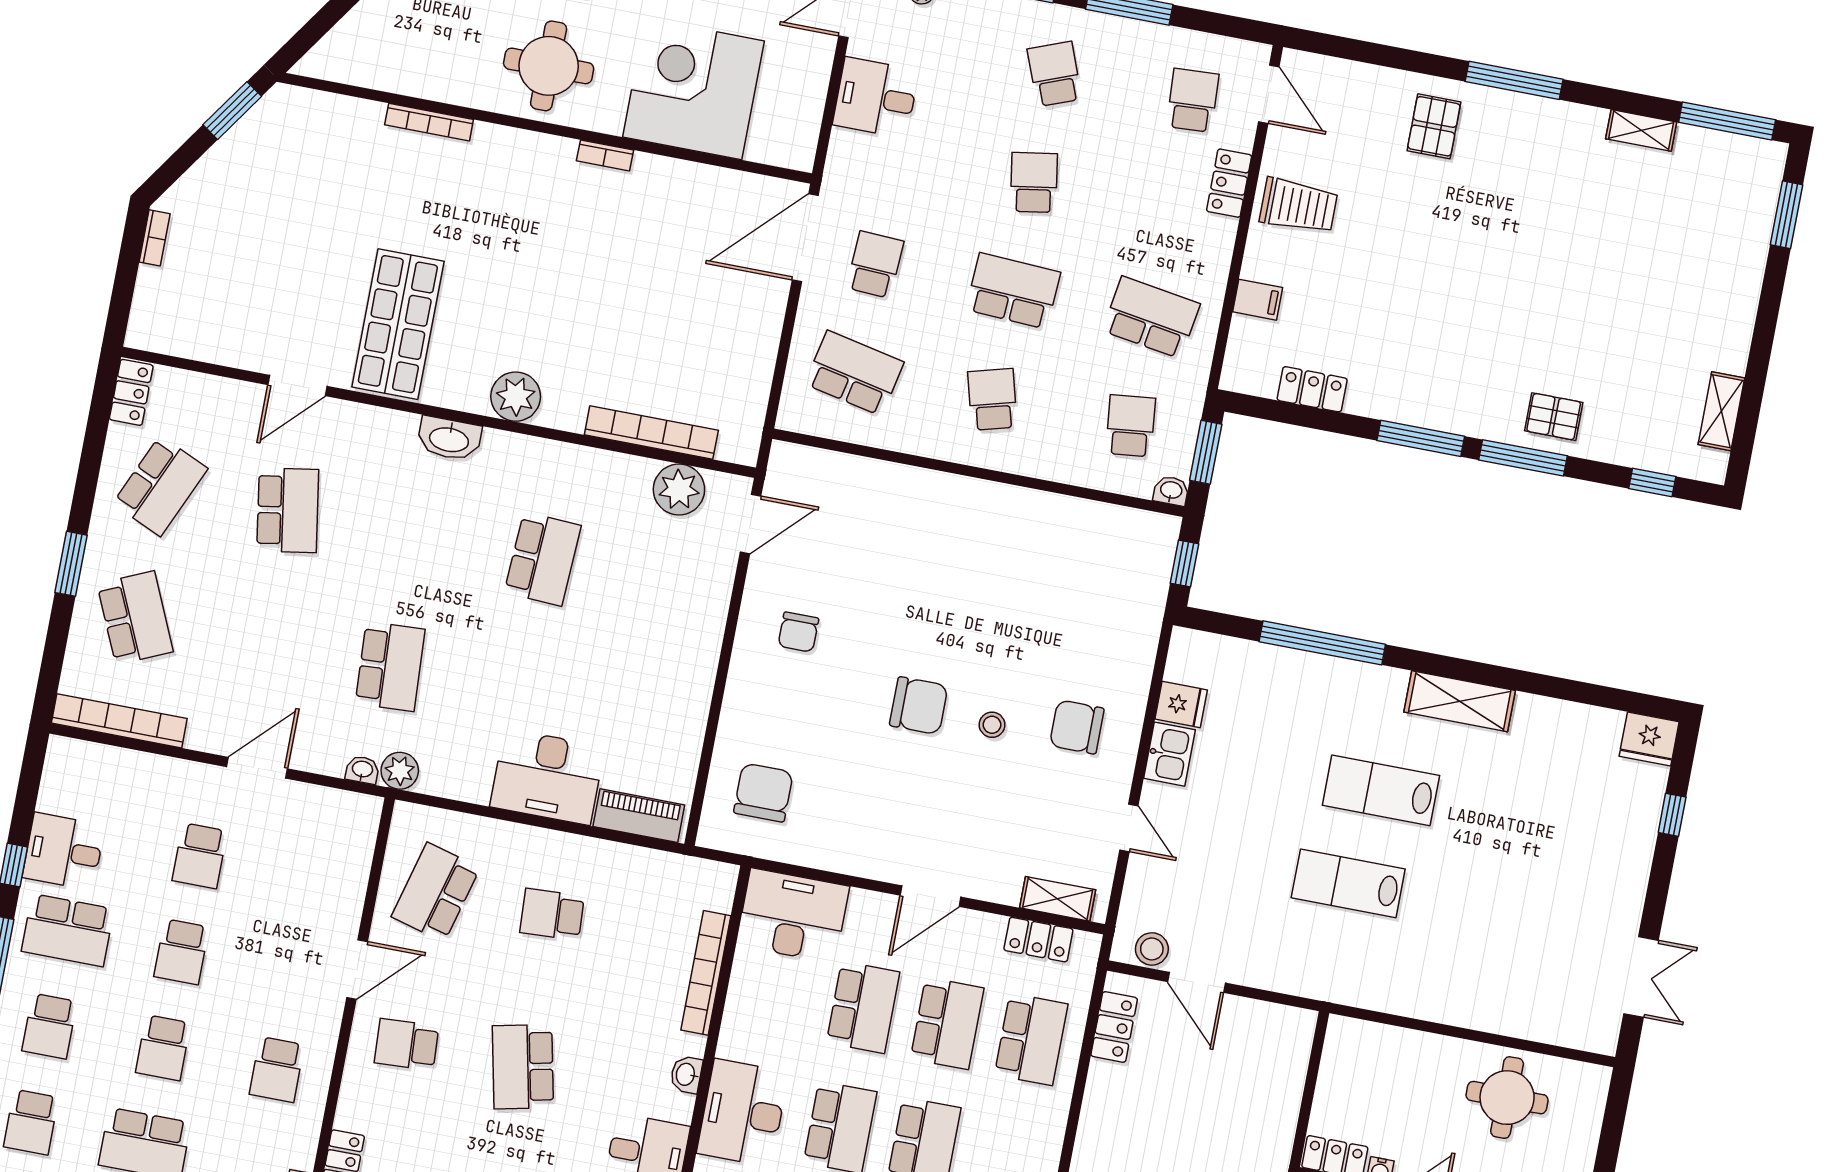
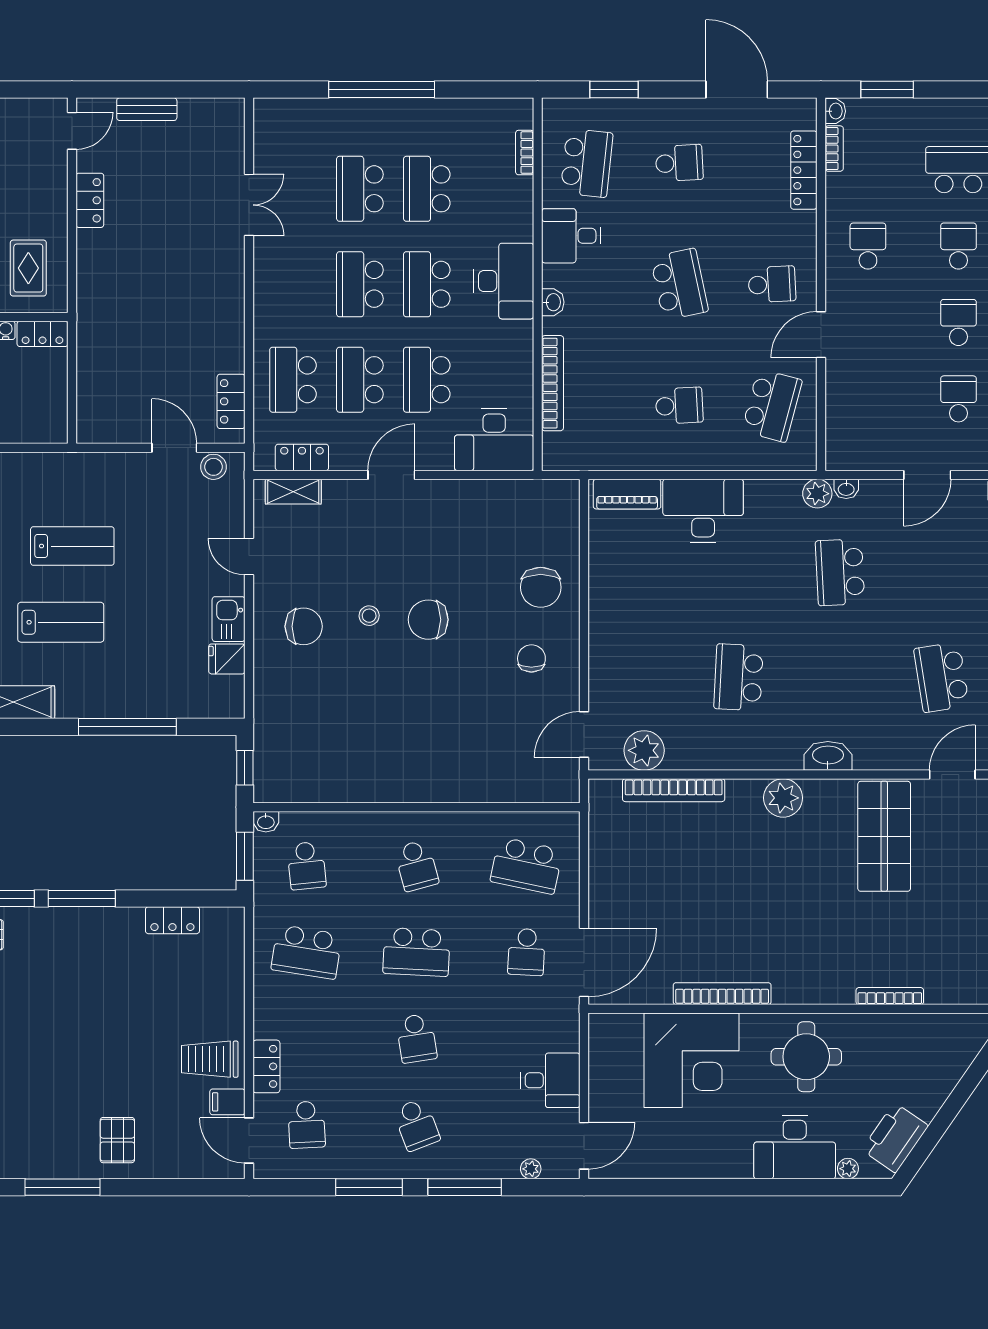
bookcase: (605, 155) -> (722, 994), width x2.31, depth x1.31
filing cabinet: (1258, 300) -> (227, 1102), moved
chair: (763, 793) -> (541, 587), moved

